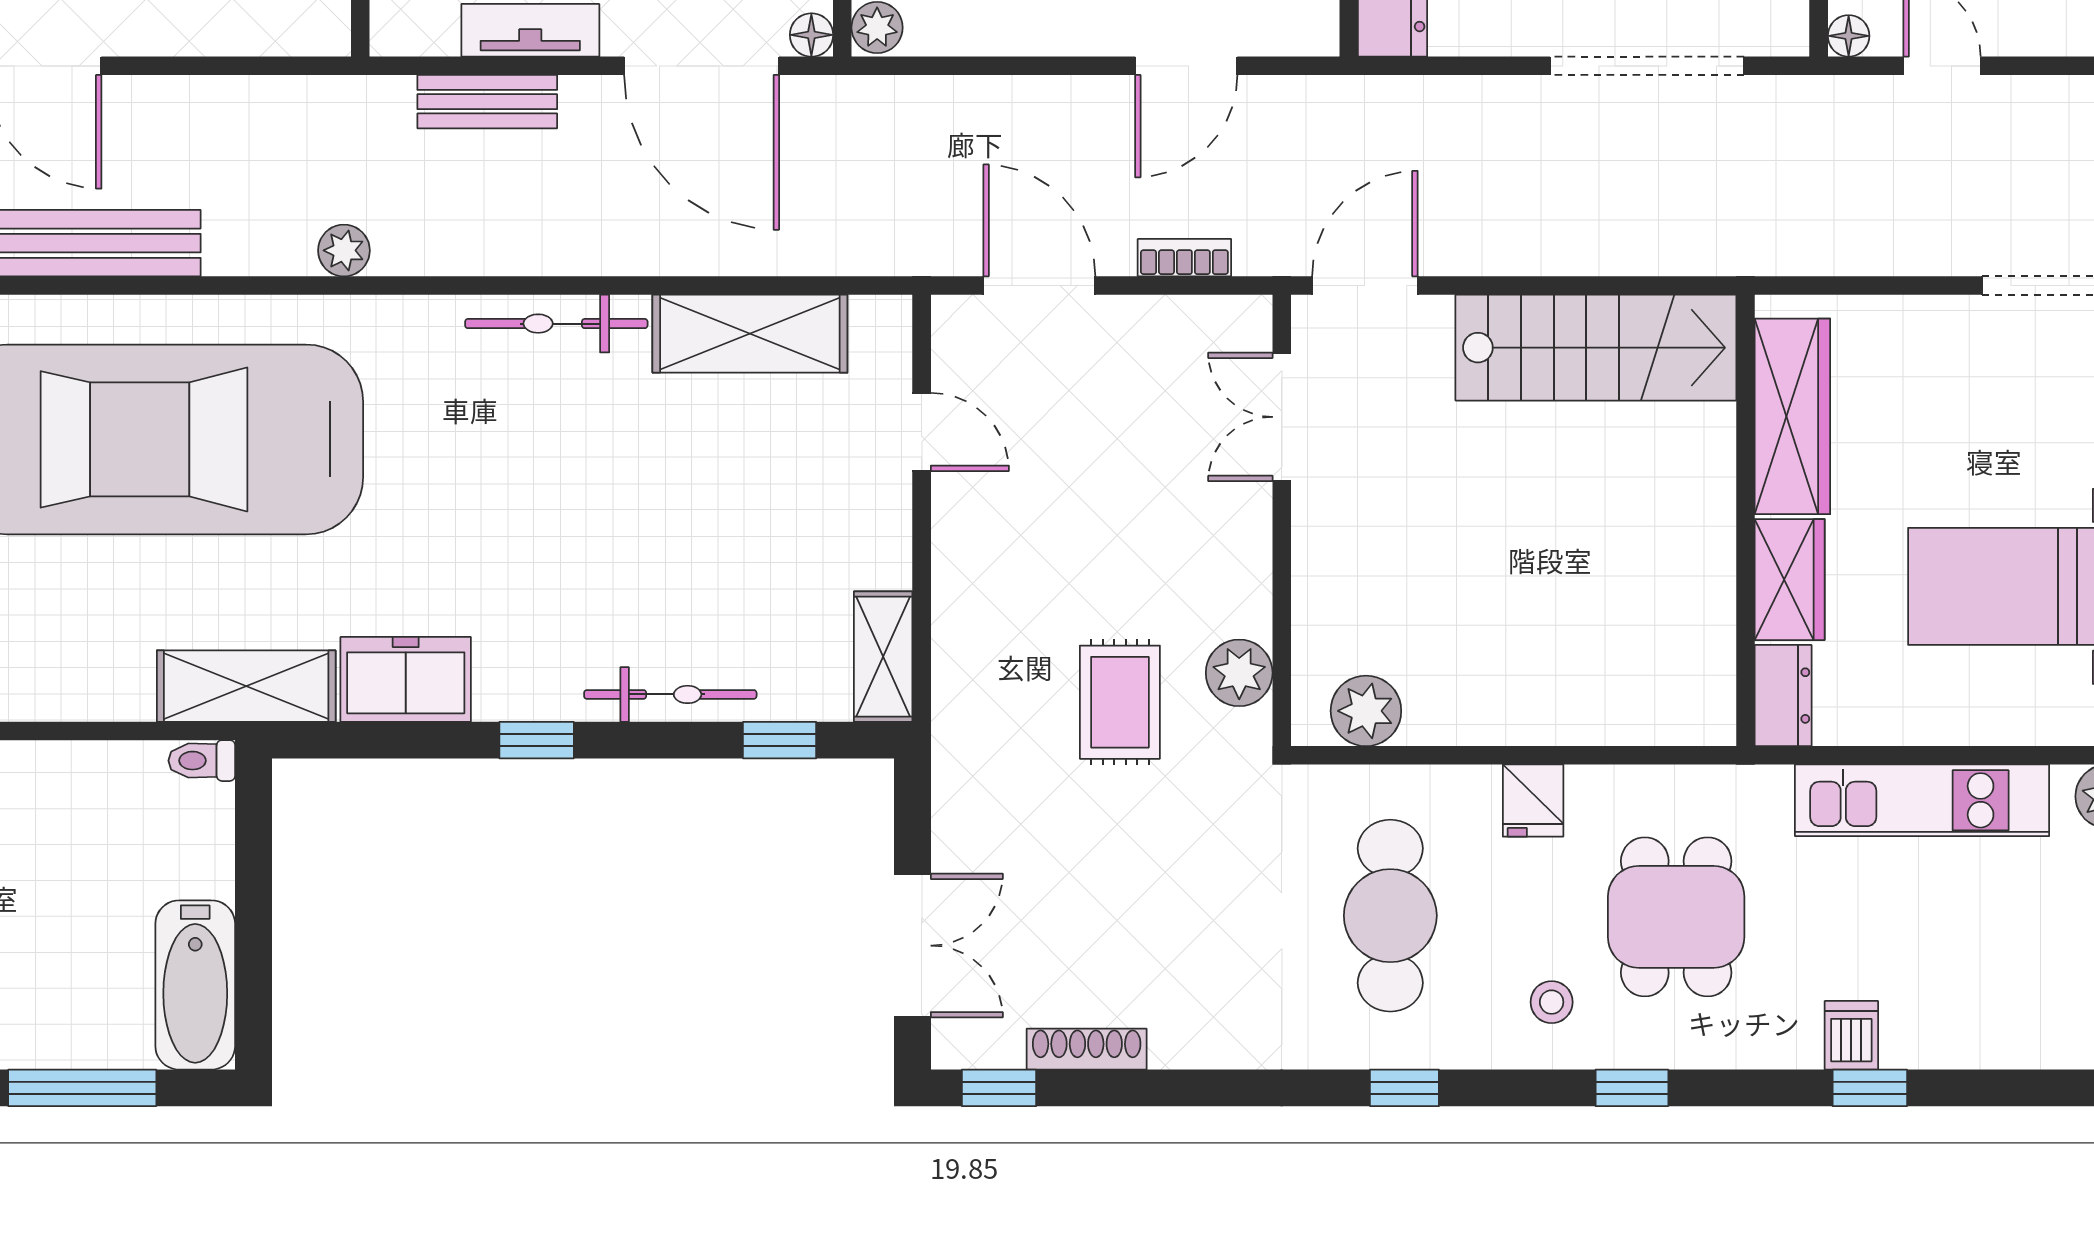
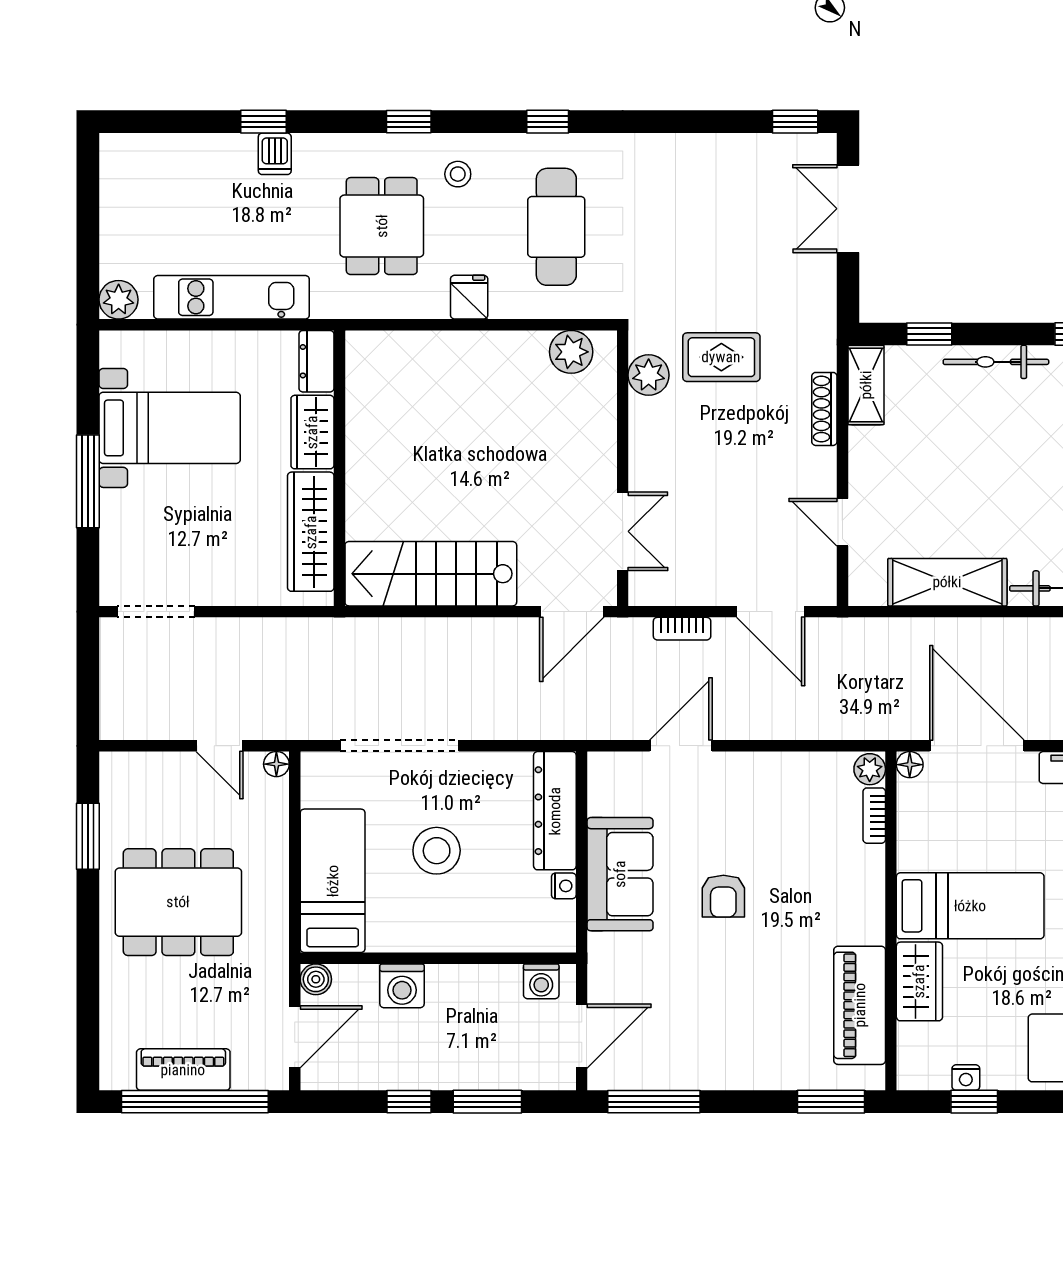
rug: (1120, 702) -> (721, 357), turned 90
shoe rack: (1087, 1049) -> (824, 409), moved, turned 90

